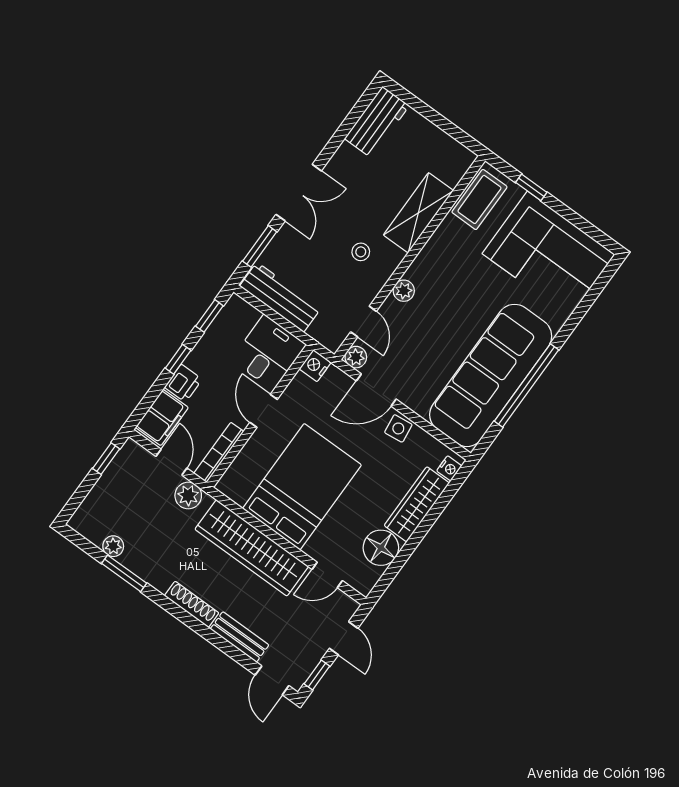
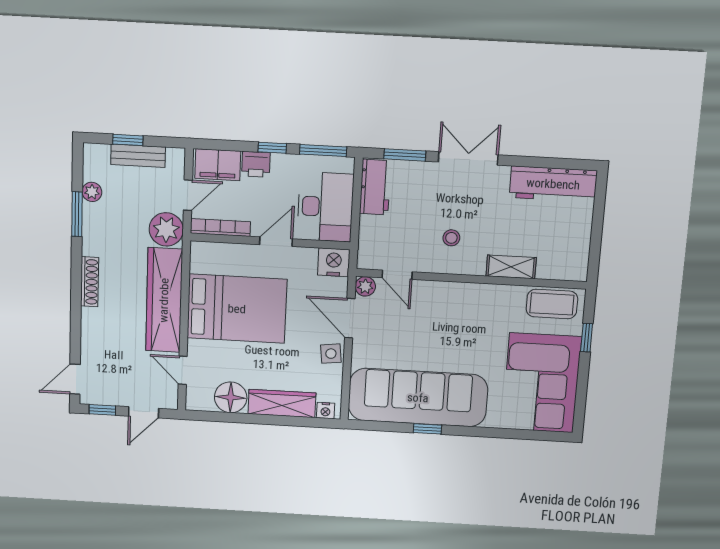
workbench: (377, 122) -> (553, 184), width x1.38
double door: (299, 193) -> (468, 158), swing flipped
shelving: (418, 213) -> (511, 267), width x0.67, depth x0.75
plant: (404, 291) -> (442, 291), removed
workbench: (280, 297) -> (375, 187), width x0.73
window: (209, 316) -> (323, 151), width x1.50
door: (363, 322) -> (397, 275), hinge flipped
desk: (269, 352) -> (325, 207), width x1.37
nightstand: (315, 366) -> (334, 262), width x1.36, depth x1.33
window: (526, 386) -> (427, 429), width x0.32
window: (106, 459) -> (128, 140), moved
plant: (188, 496) -> (166, 229), width x1.36, depth x1.36
bench: (240, 637) -> (138, 156), moved, turned 90

